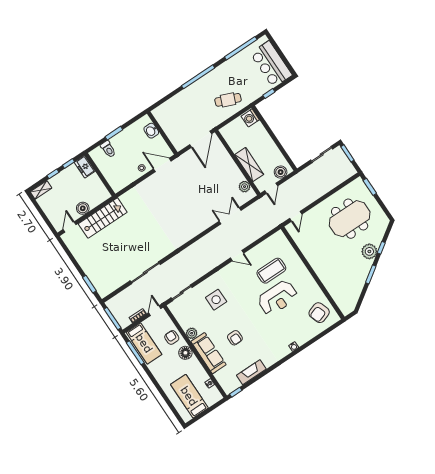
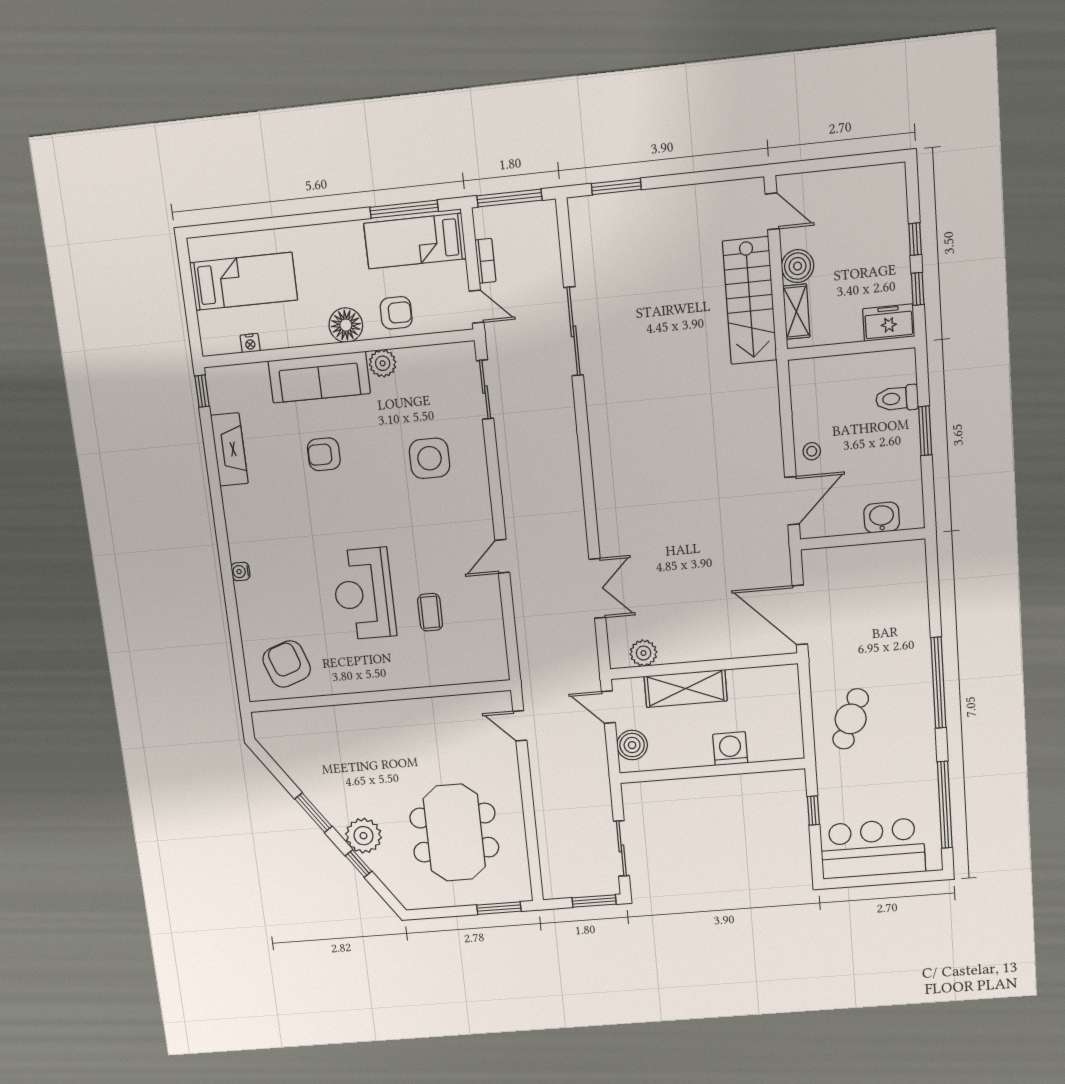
washing machine: (250, 118) -> (730, 749), moved
shelving: (41, 190) -> (796, 312), moved
coffee table: (271, 271) -> (430, 612), width x0.54, depth x0.58

